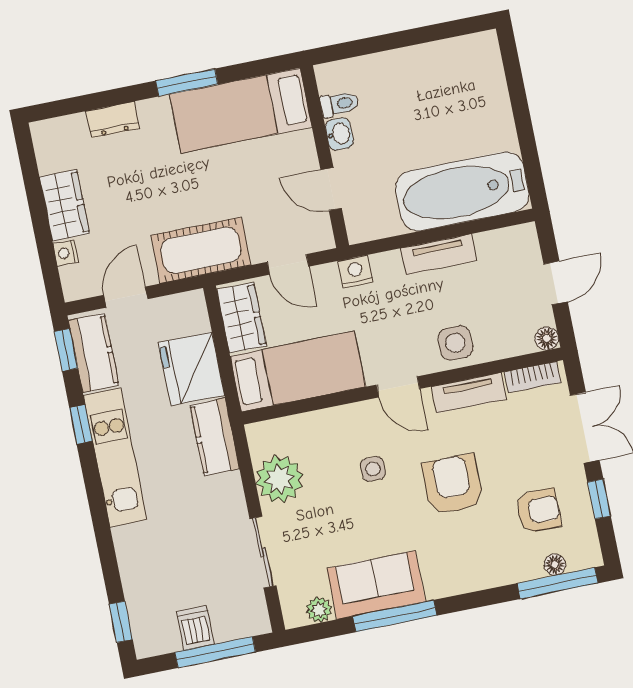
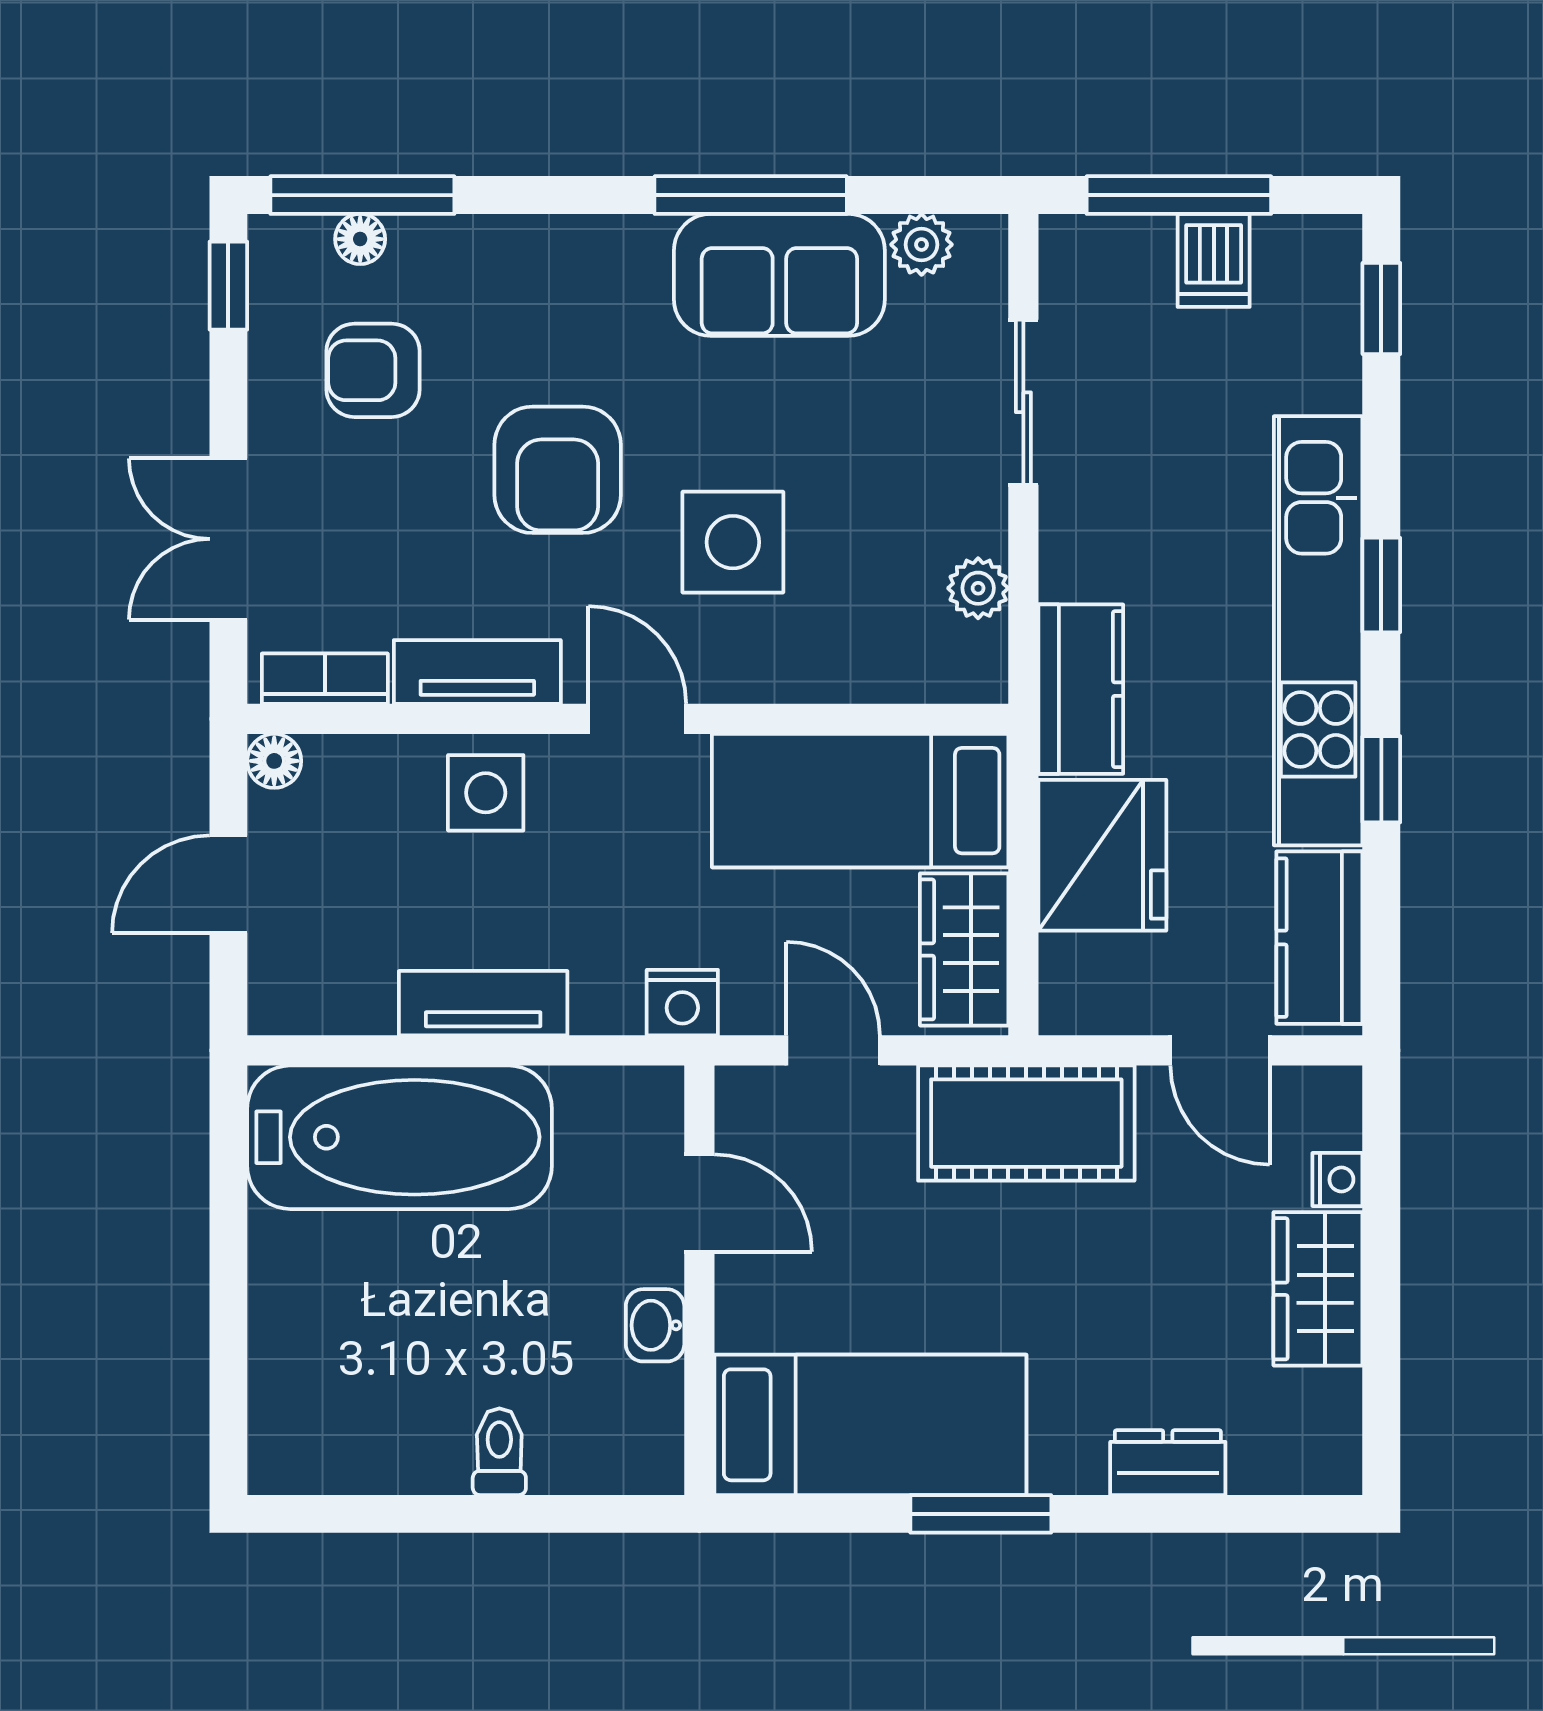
toilet: (339, 104) -> (499, 1452), moved, turned 90
door: (126, 297) -> (1220, 1050), hinge flipped
window: (66, 350) -> (1381, 585), moved
kitchen unit: (115, 457) -> (1318, 631), width x1.36
side table: (373, 469) -> (733, 542), width x1.87, depth x1.87
plant: (280, 479) -> (978, 588), width x0.53, depth x0.53
window: (599, 499) -> (228, 286), moved

